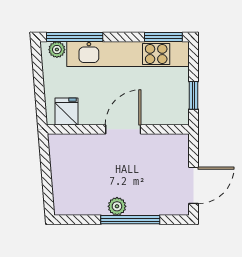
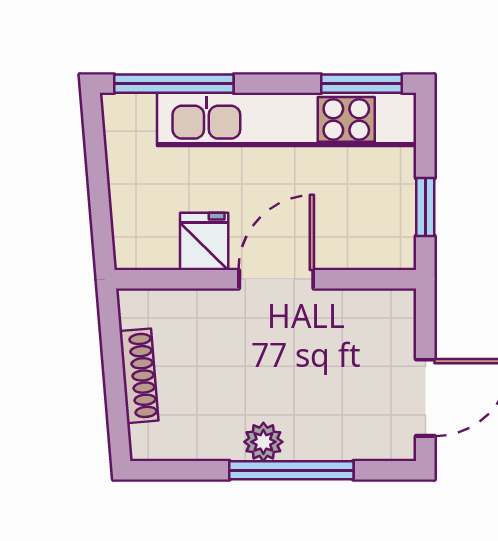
plant: (57, 50) -> (136, 110), removed
fridge: (67, 112) -> (204, 241), moved
shoe rack: (58, 175) -> (139, 376), added

